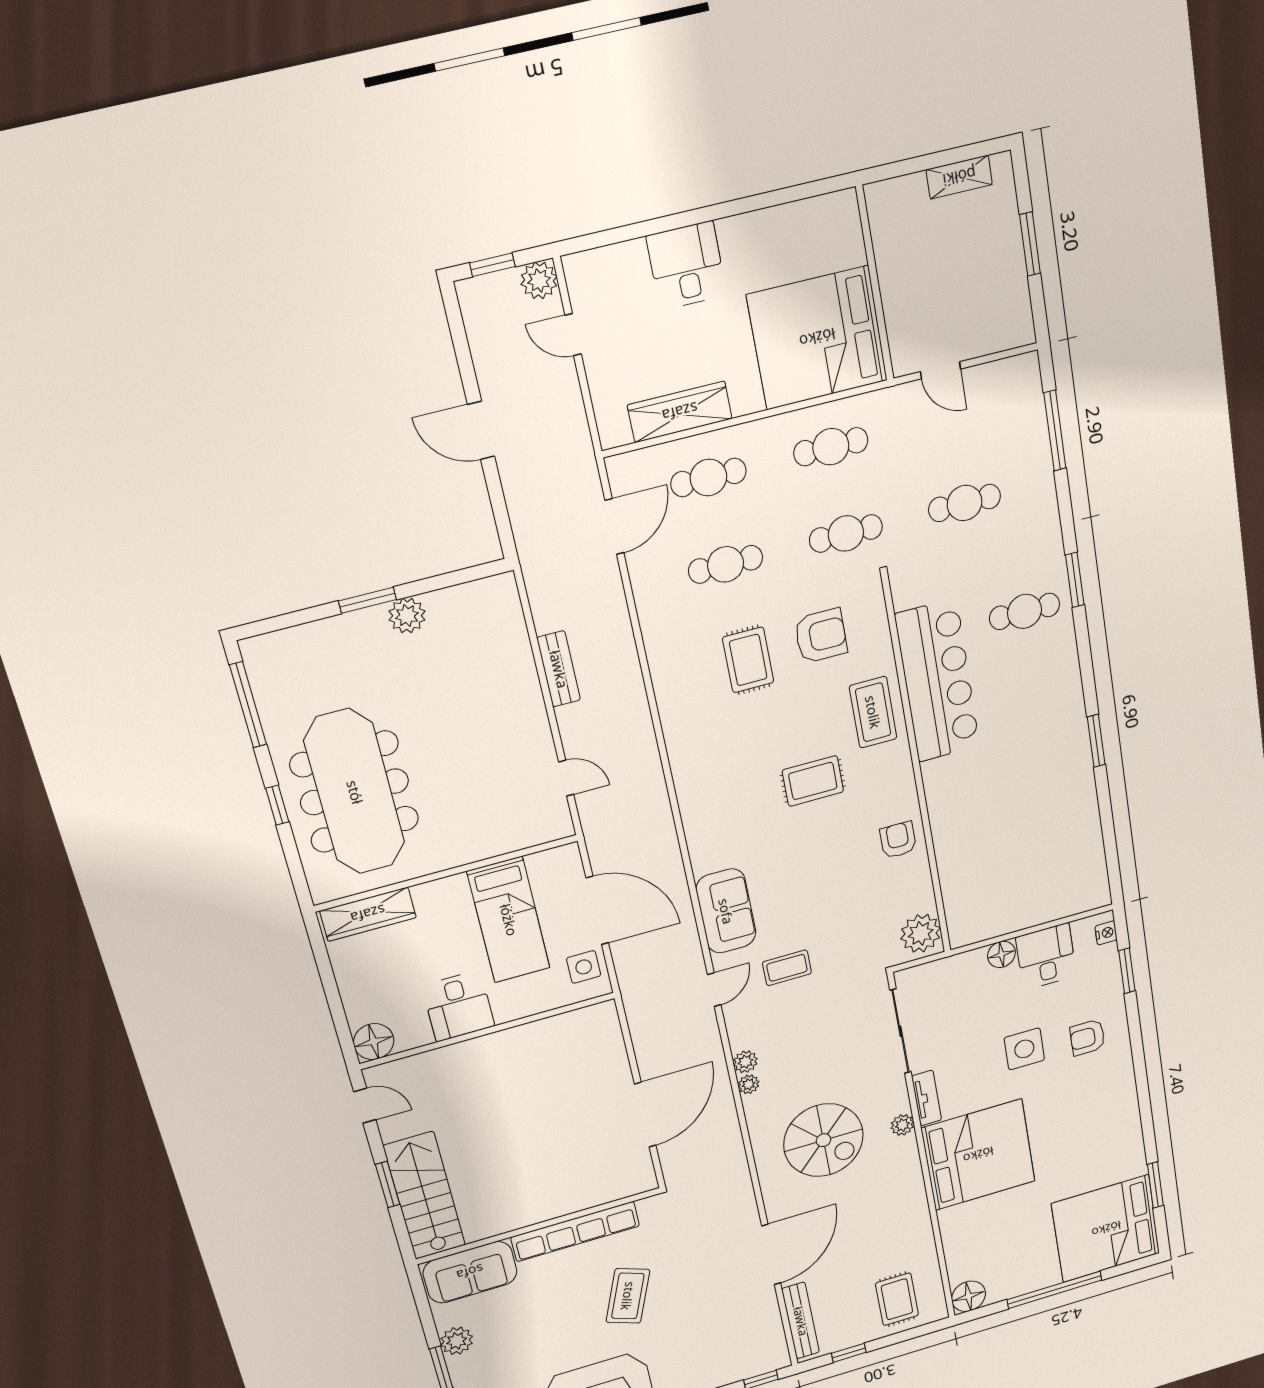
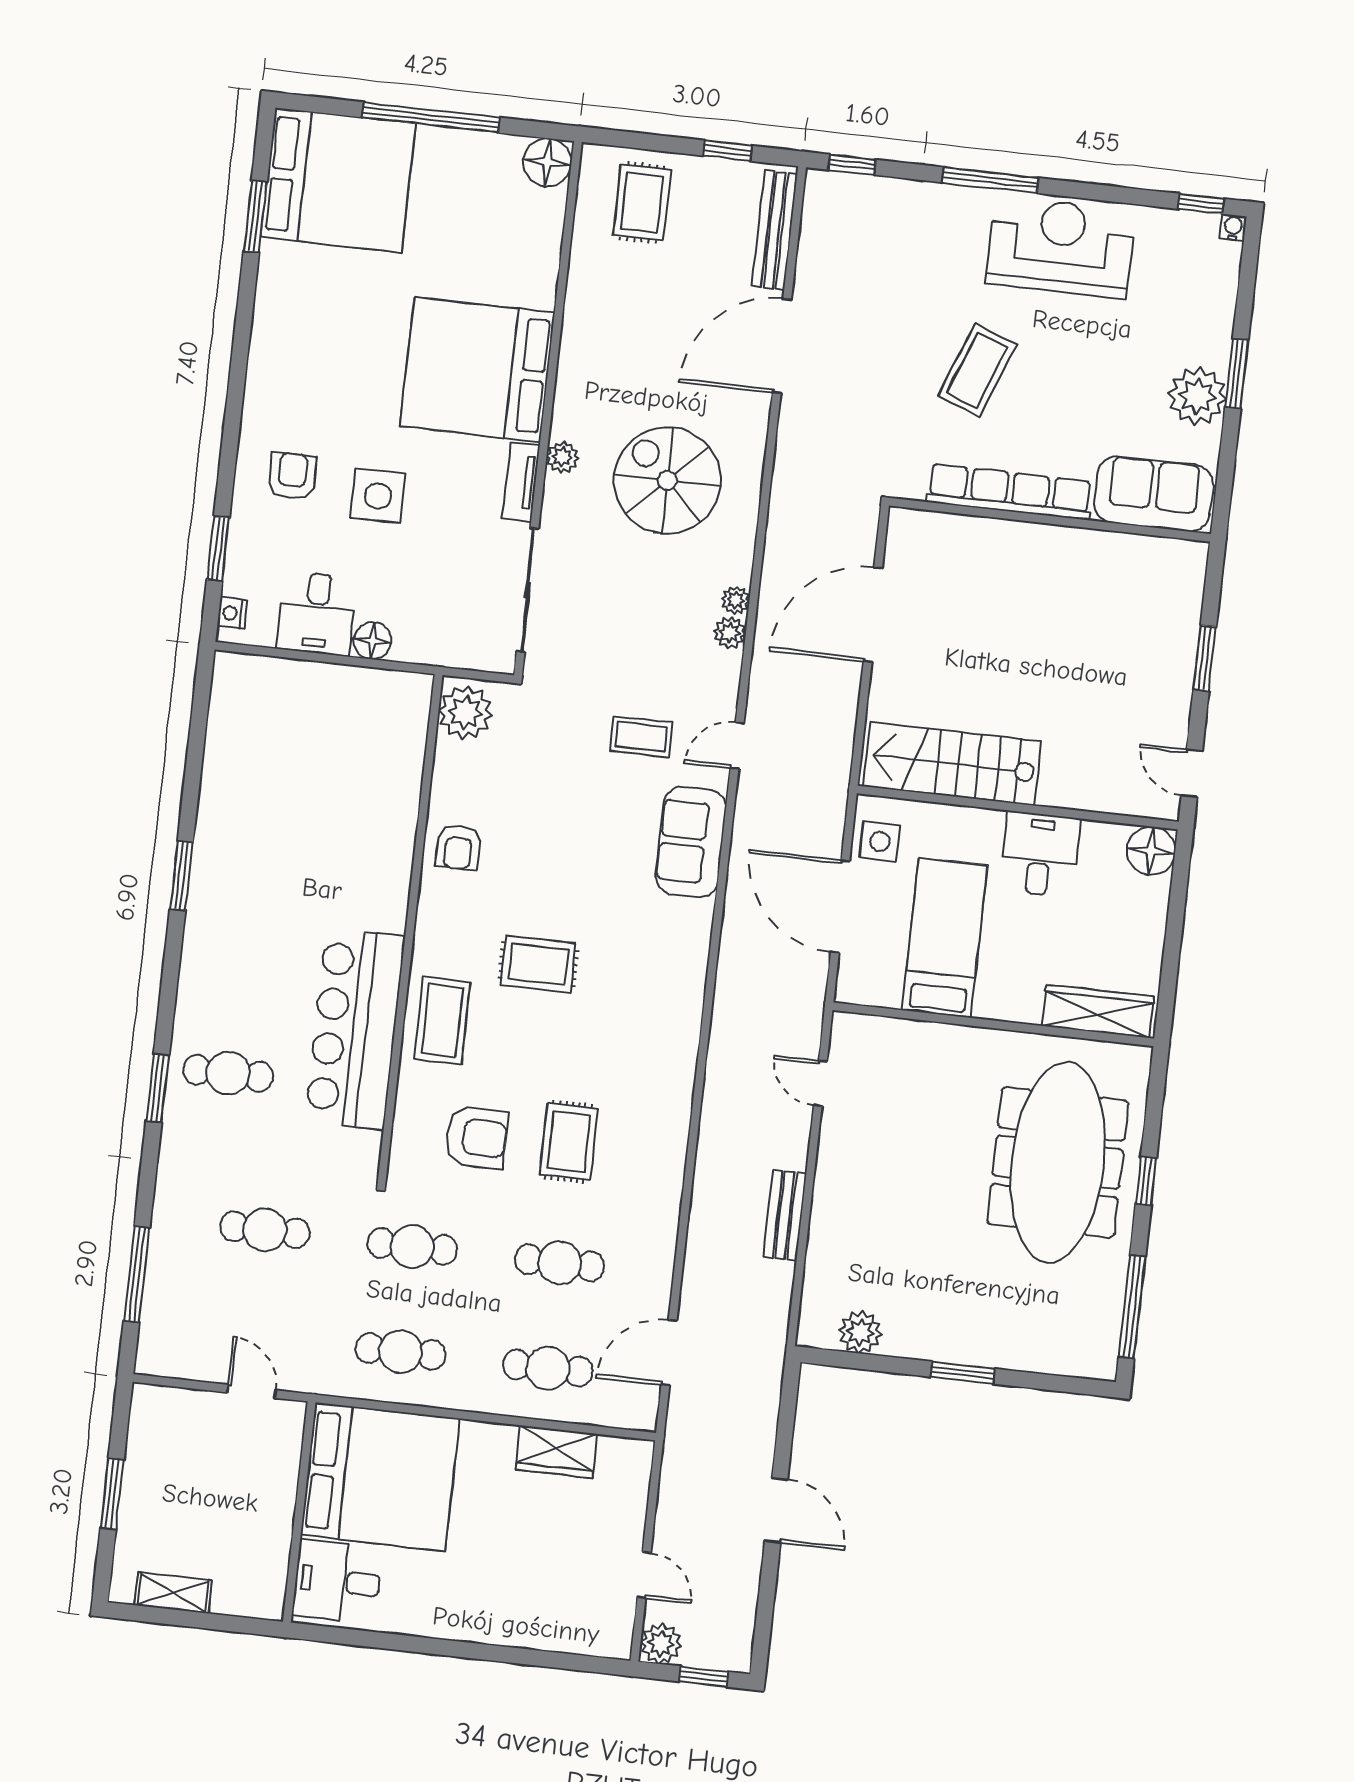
desk: (686, 266) -> (337, 1581), moved, turned 90
wardrobe: (680, 412) -> (556, 1452), width x0.67
plant: (407, 616) -> (860, 1332), moved
armchair: (821, 636) -> (477, 1137), turned 180
armchair: (1087, 1037) -> (292, 476), turned -90
stairs: (424, 1196) -> (952, 764), moved, turned 90
plant: (457, 1341) -> (1197, 396), width x1.36, depth x1.36

